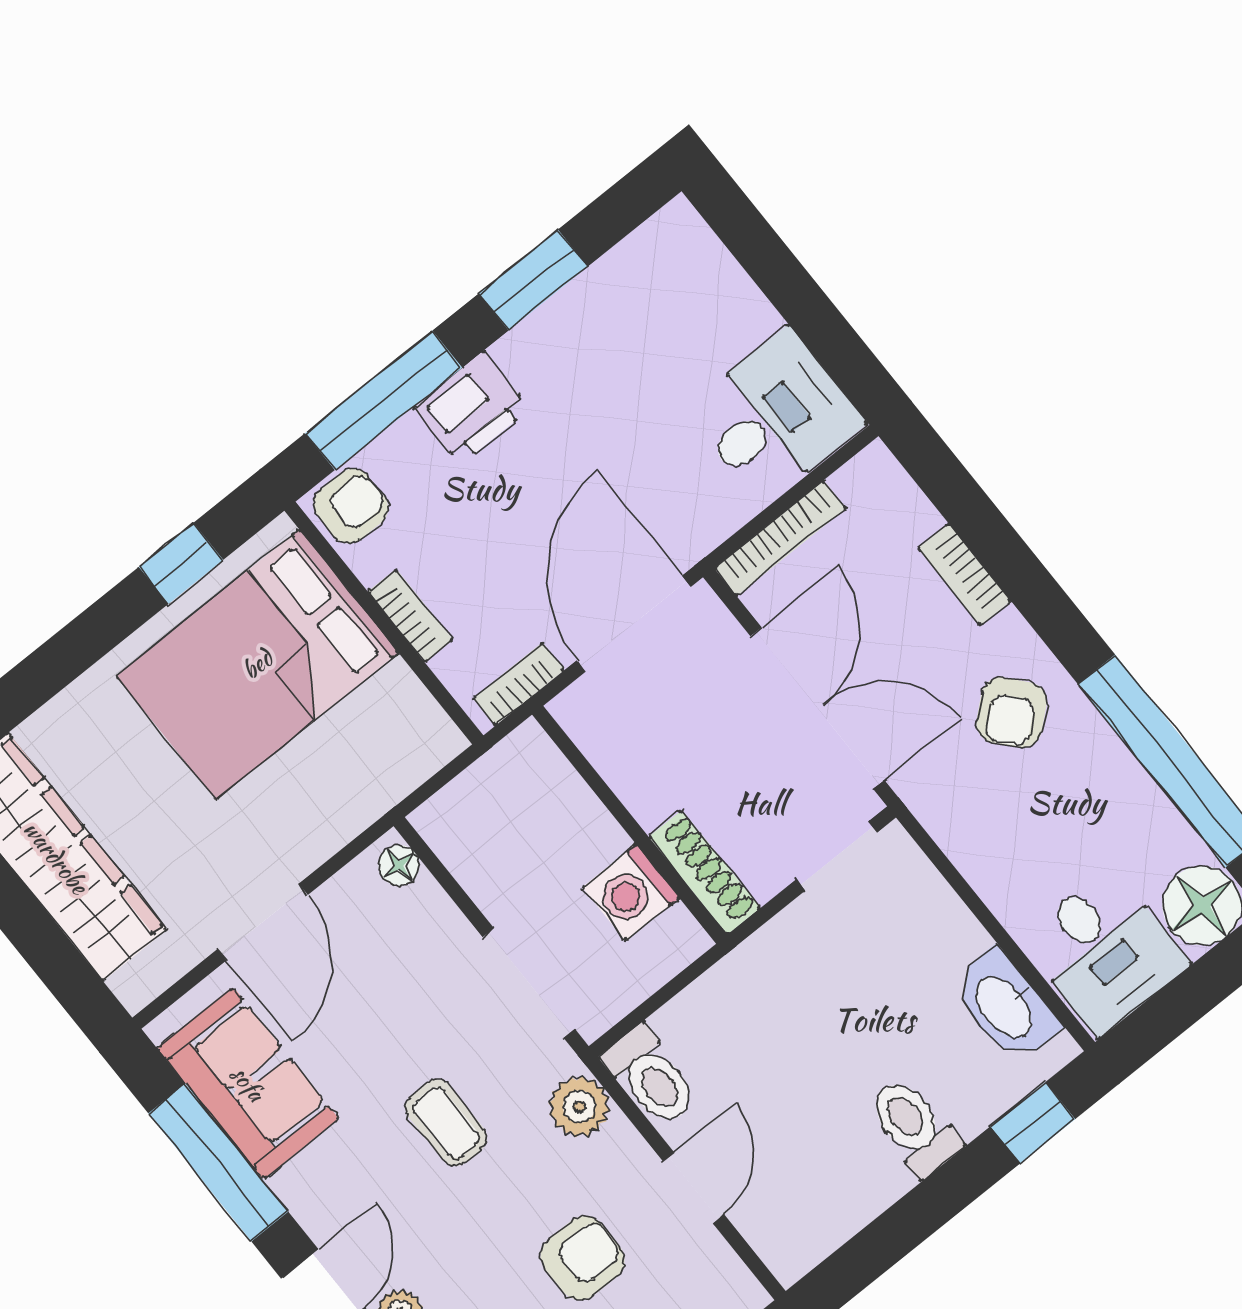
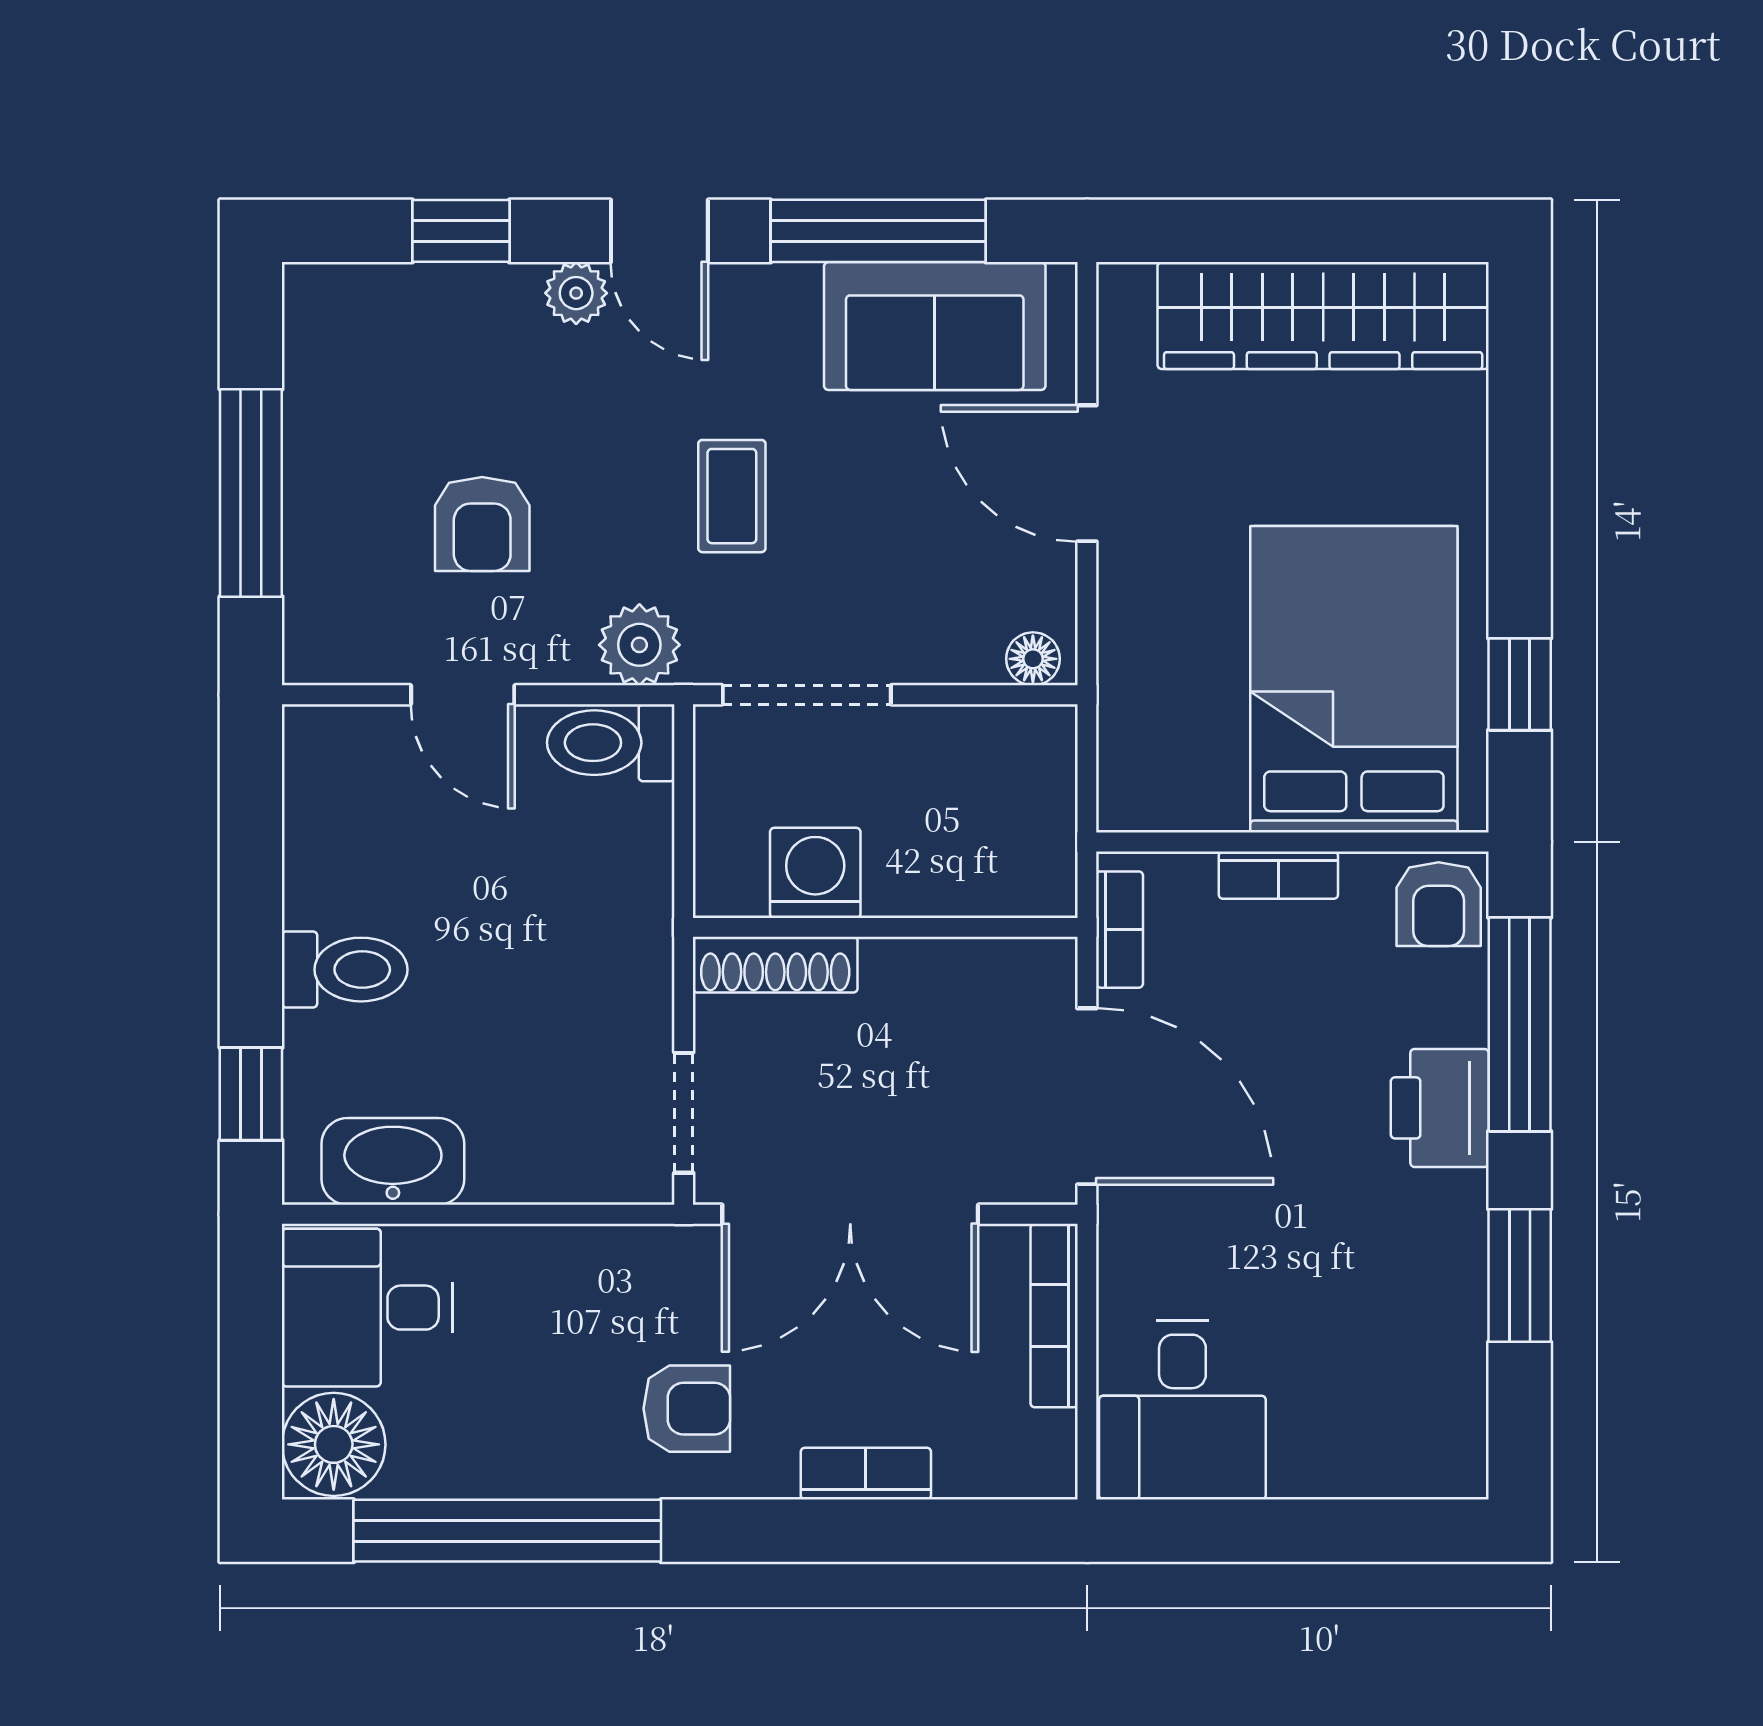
armchair: (1012, 712) -> (687, 1409), turned 131
coffee table: (446, 1123) -> (732, 496), turned 90

